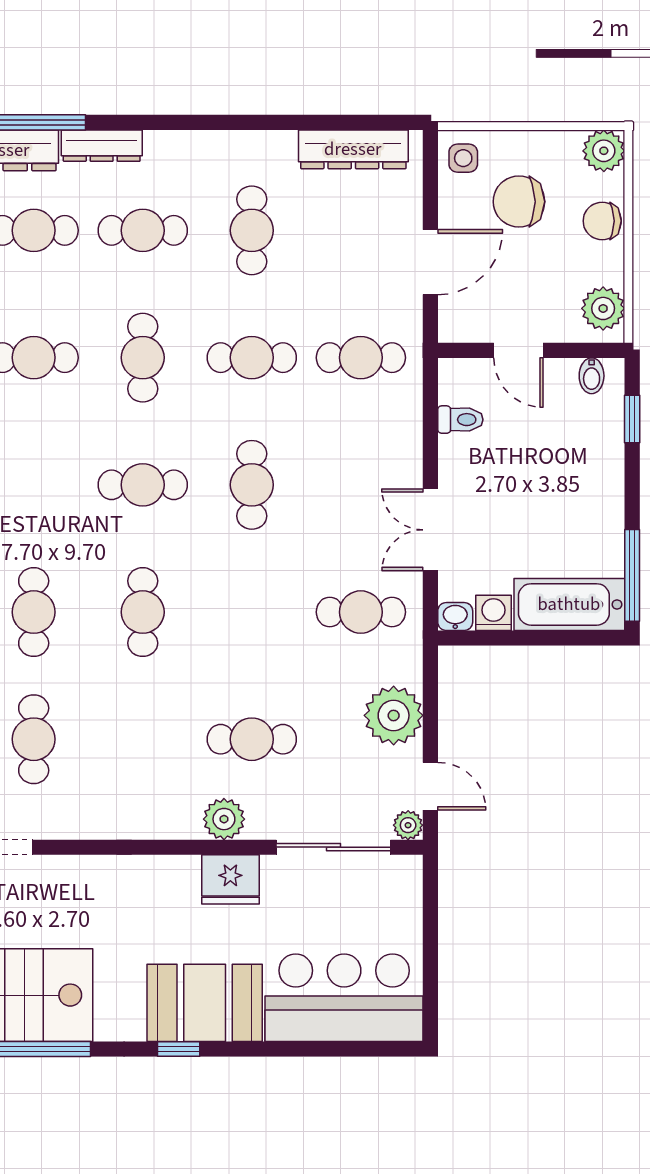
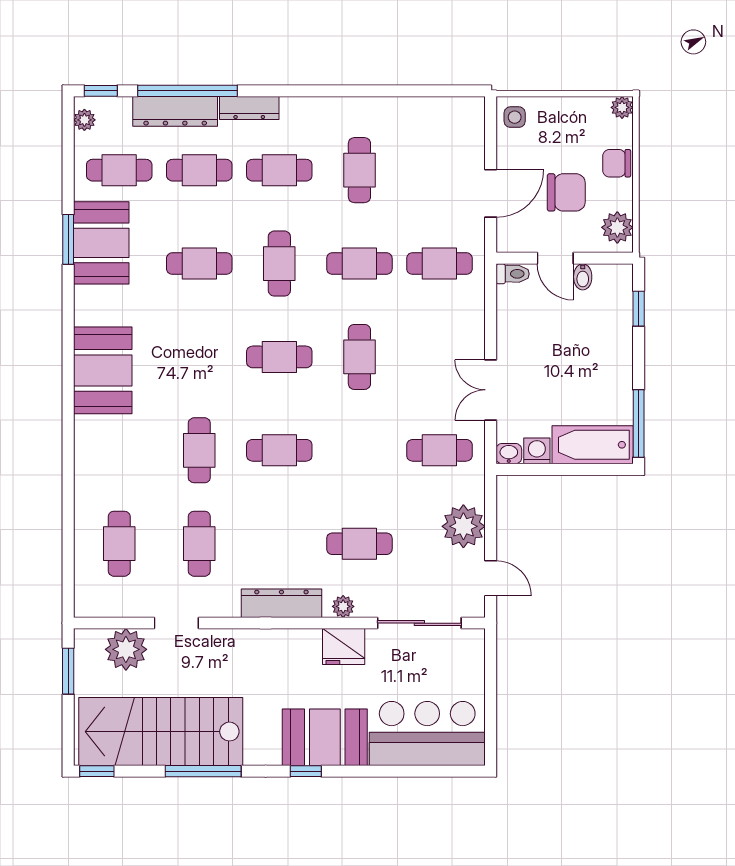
dresser: (353, 149) -> (281, 603), moved, turned 180
plant: (604, 151) -> (622, 107), width x0.73, depth x0.73
chair: (519, 202) -> (566, 192), moved, turned 180
bidet: (592, 376) -> (583, 277), moved
toilet: (460, 420) -> (513, 274), moved
cafe table: (143, 612) -> (279, 450), turned 90
plant: (224, 819) -> (343, 606), width x0.73, depth x0.73
plant: (408, 825) -> (474, 607), removed

